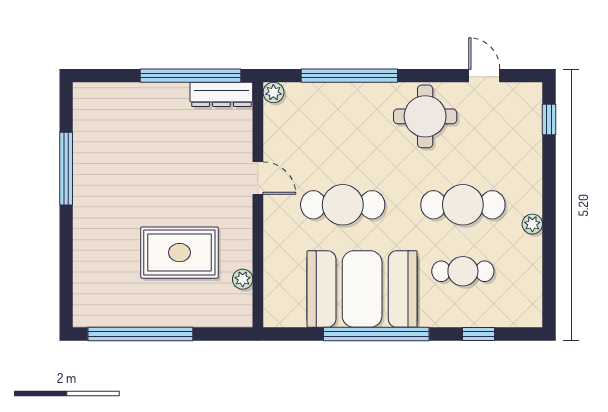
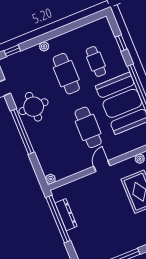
window: (349, 76) -> (22, 132), moved
dresser: (221, 94) -> (66, 215), moved
door: (258, 178) -> (102, 166), moved
plant: (532, 224) -> (44, 46), moved

